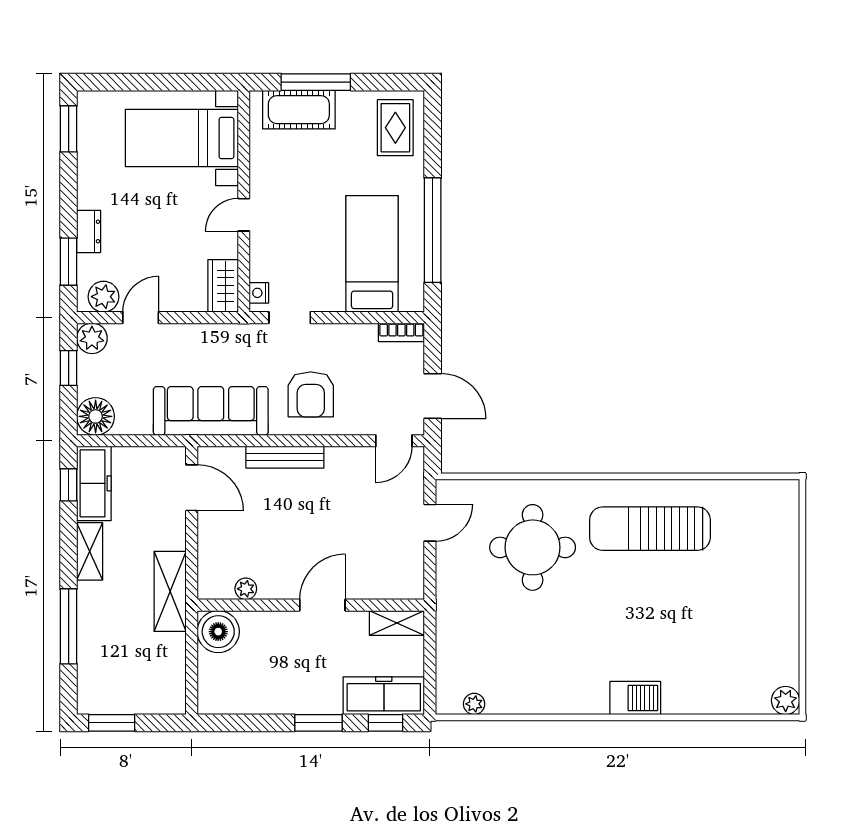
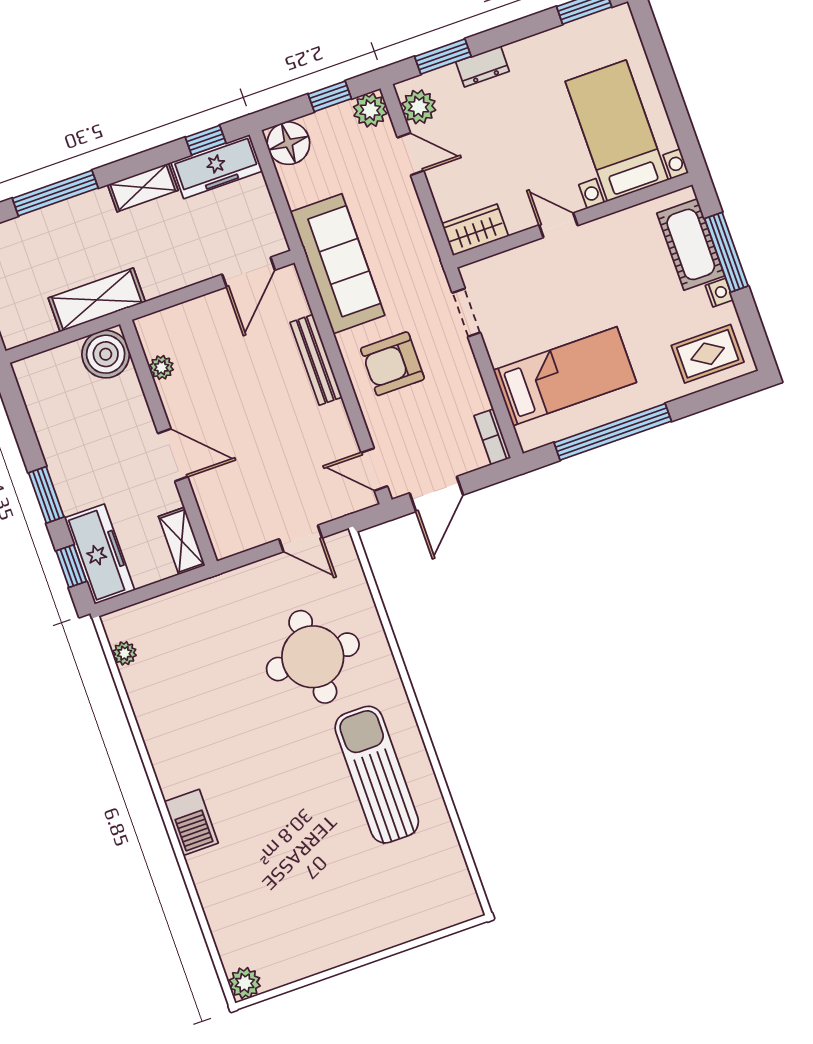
nightstand: (259, 293) -> (719, 293), moved, turned 90
shelving: (170, 591) -> (97, 300), moved

